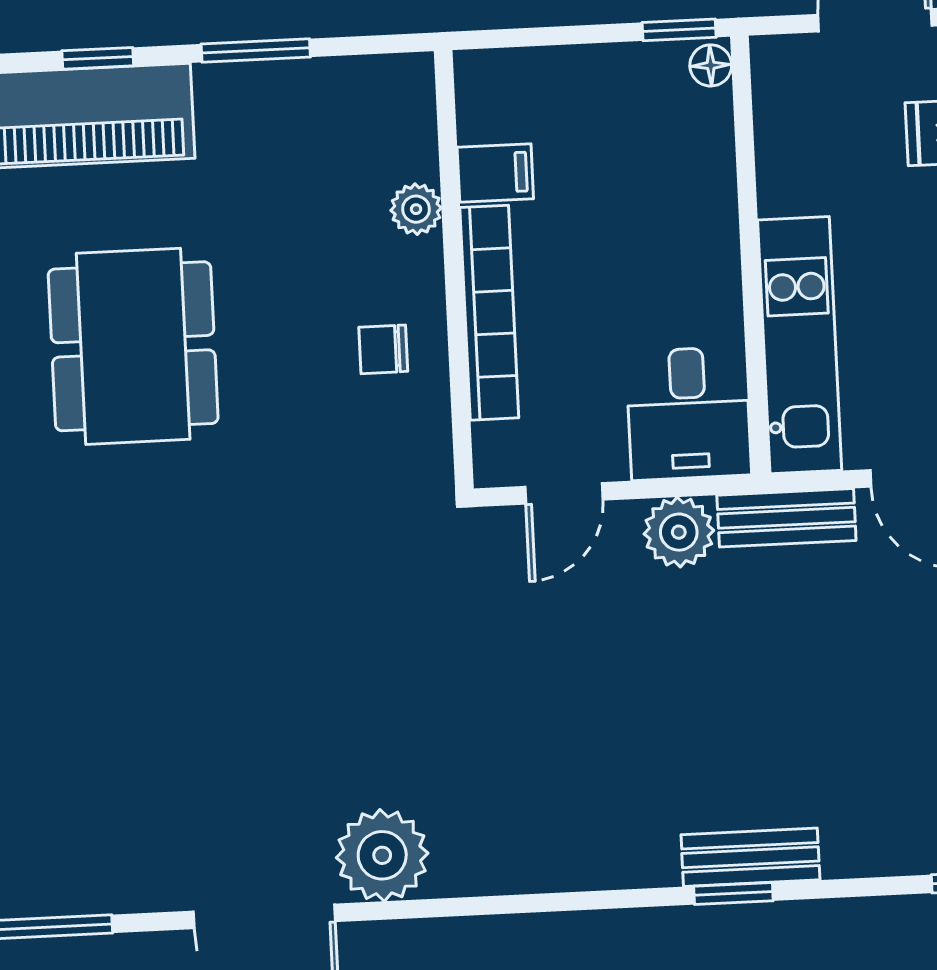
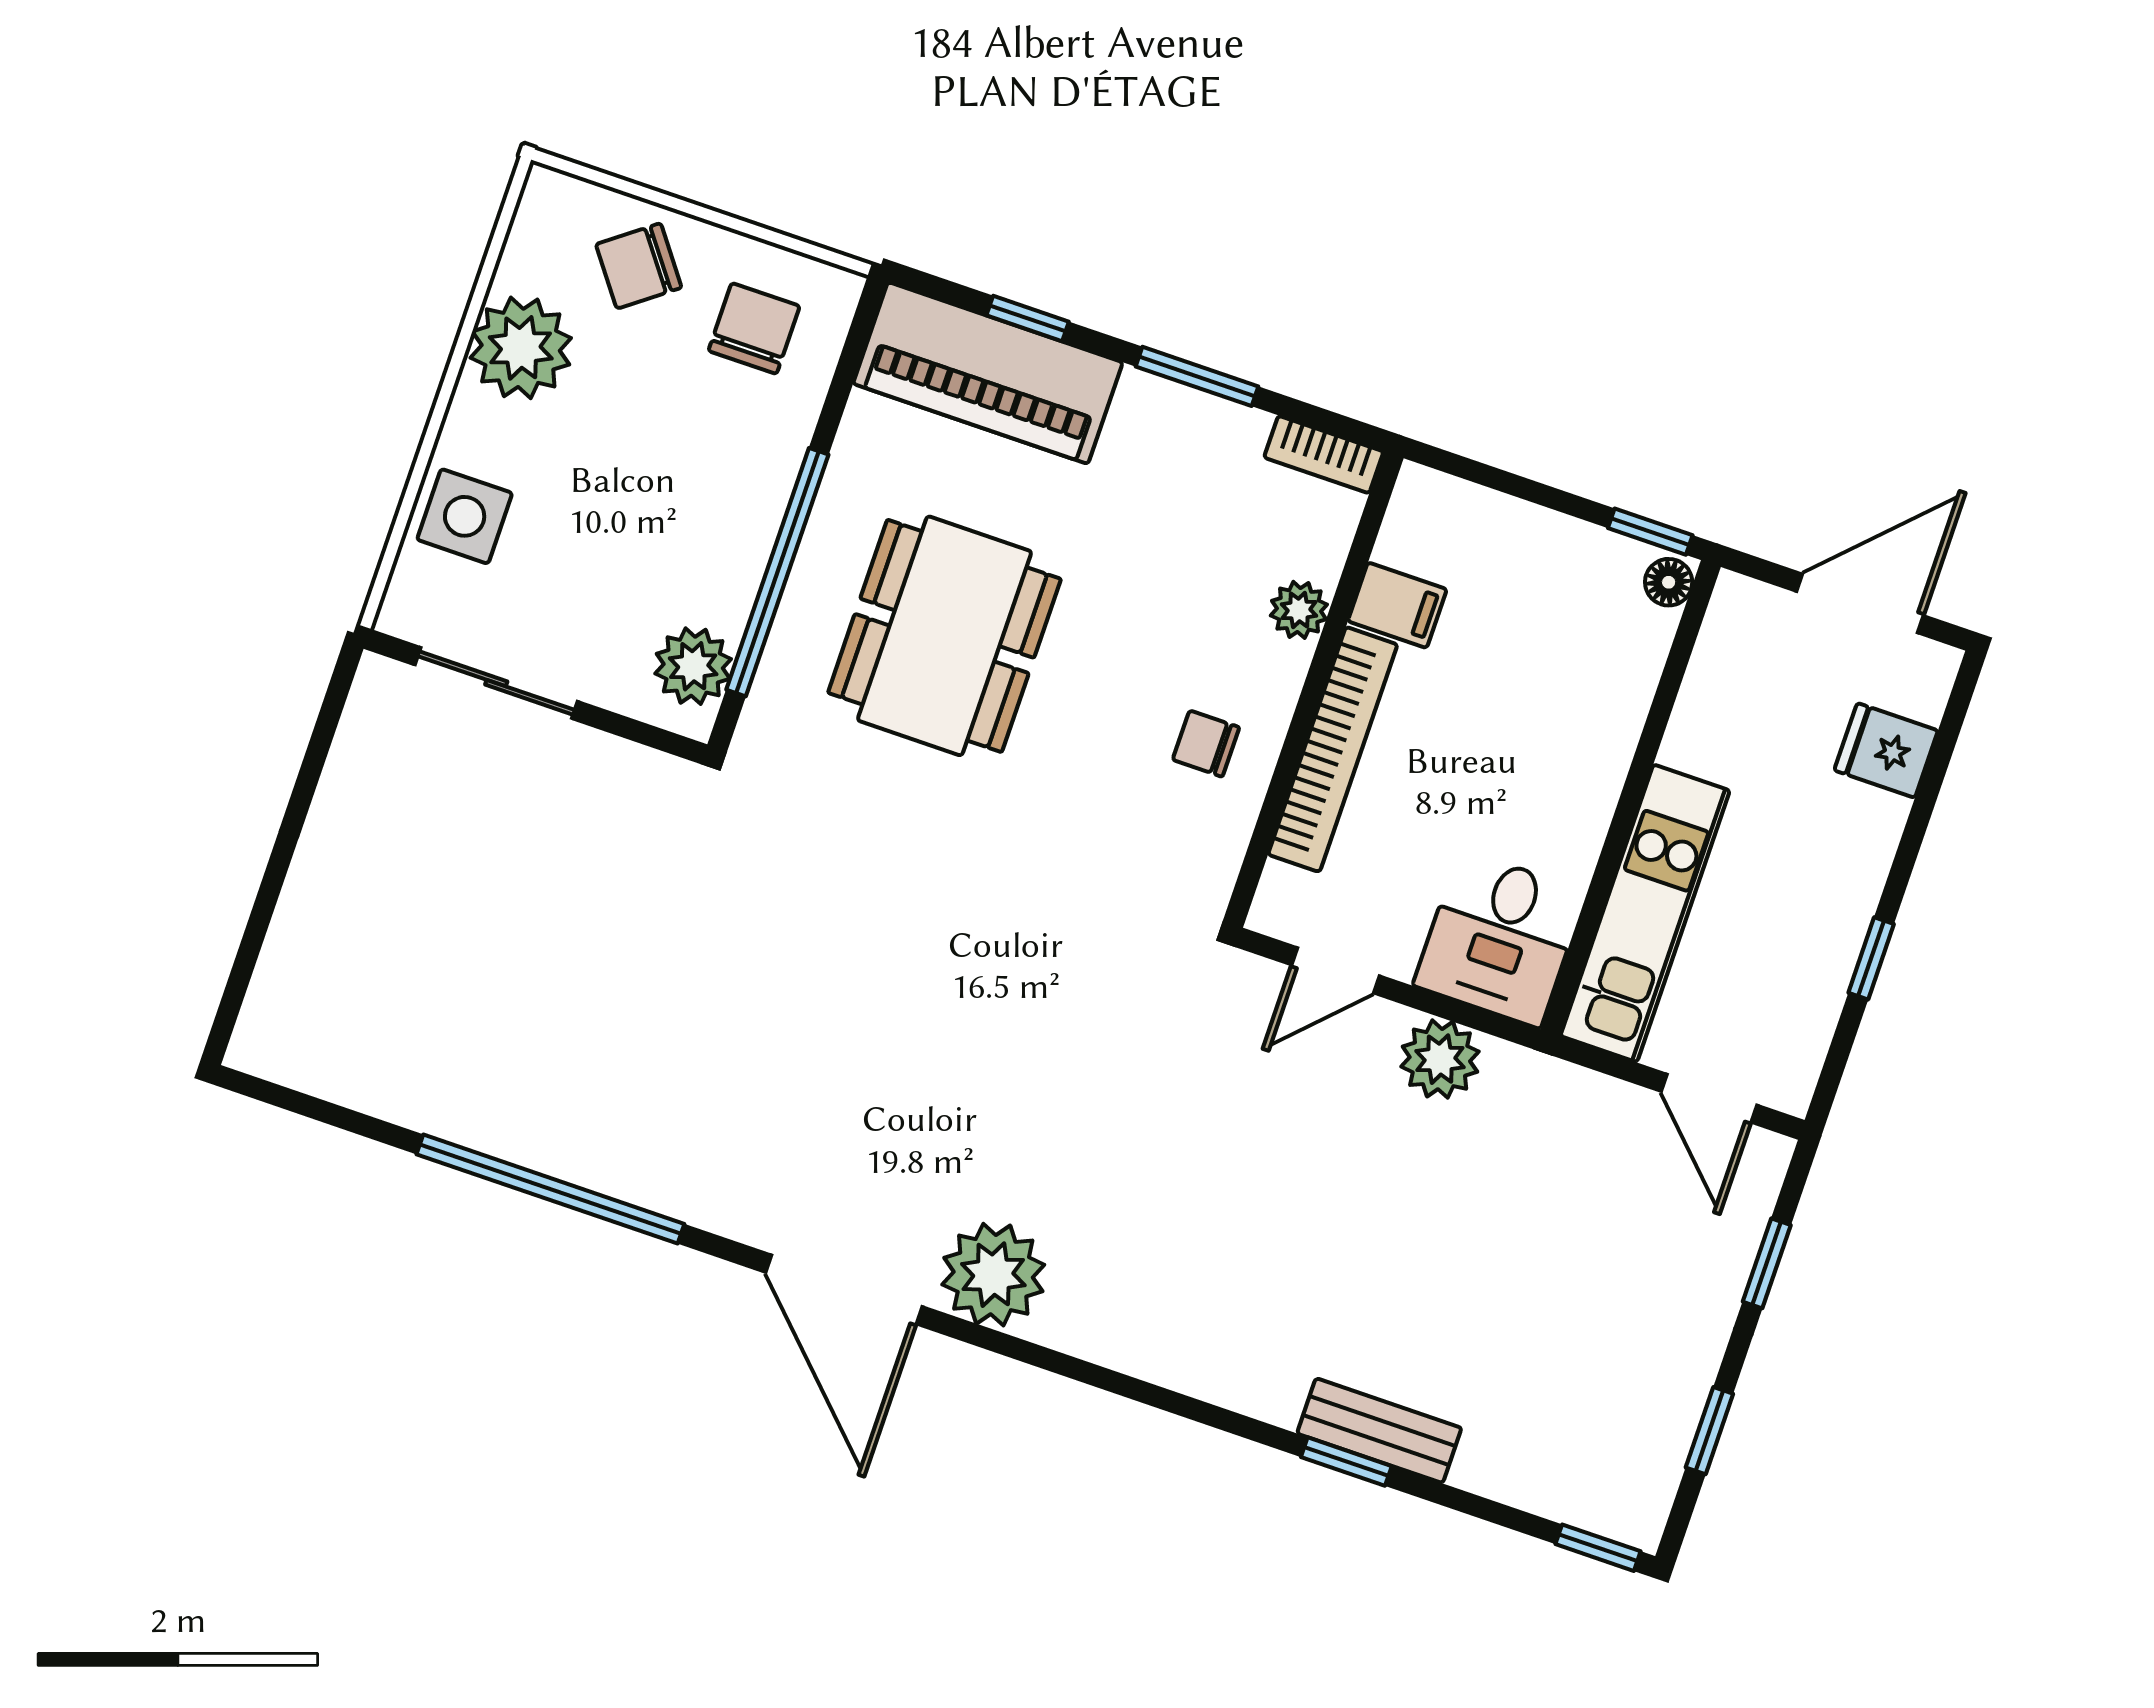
bookcase: (386, 73) -> (1324, 454), added
bench: (786, 518) -> (1559, 1089), removed

